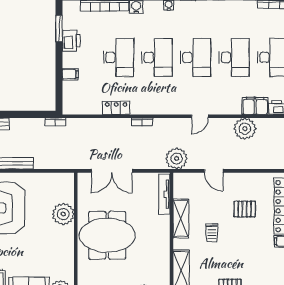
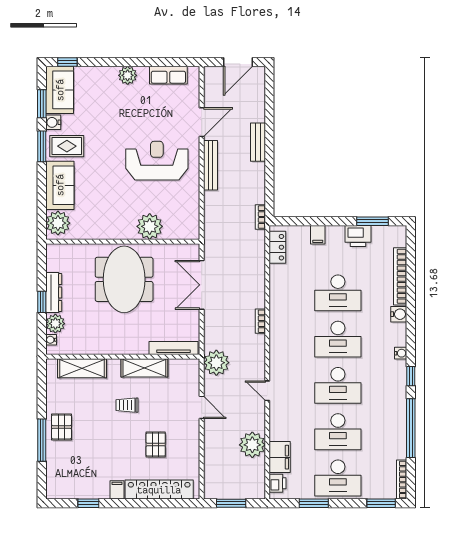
locker: (116, 108) -> (277, 247), moved
door: (214, 171) -> (202, 407), swing flipped

